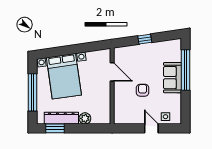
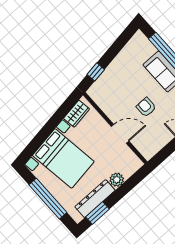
window: (145, 39) -> (96, 72), moved
wardrobe: (96, 56) -> (77, 114), added
door: (112, 72) -> (120, 134), moved

